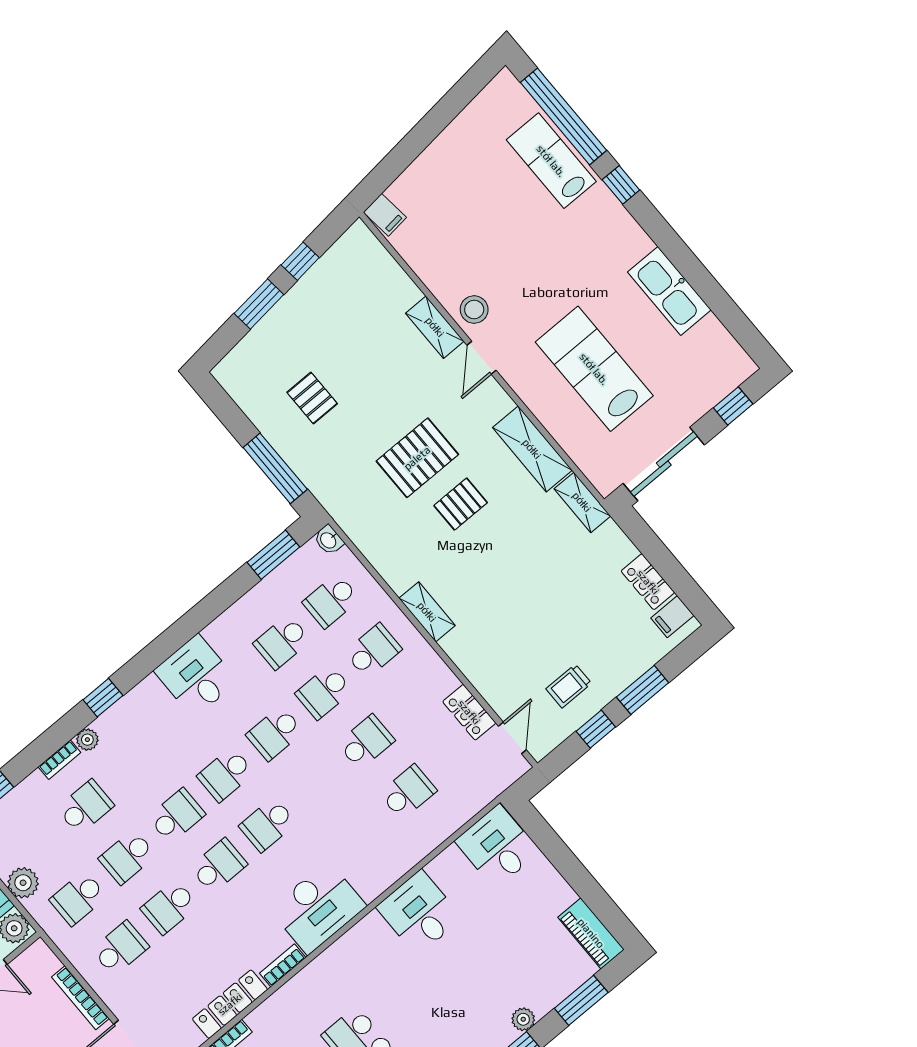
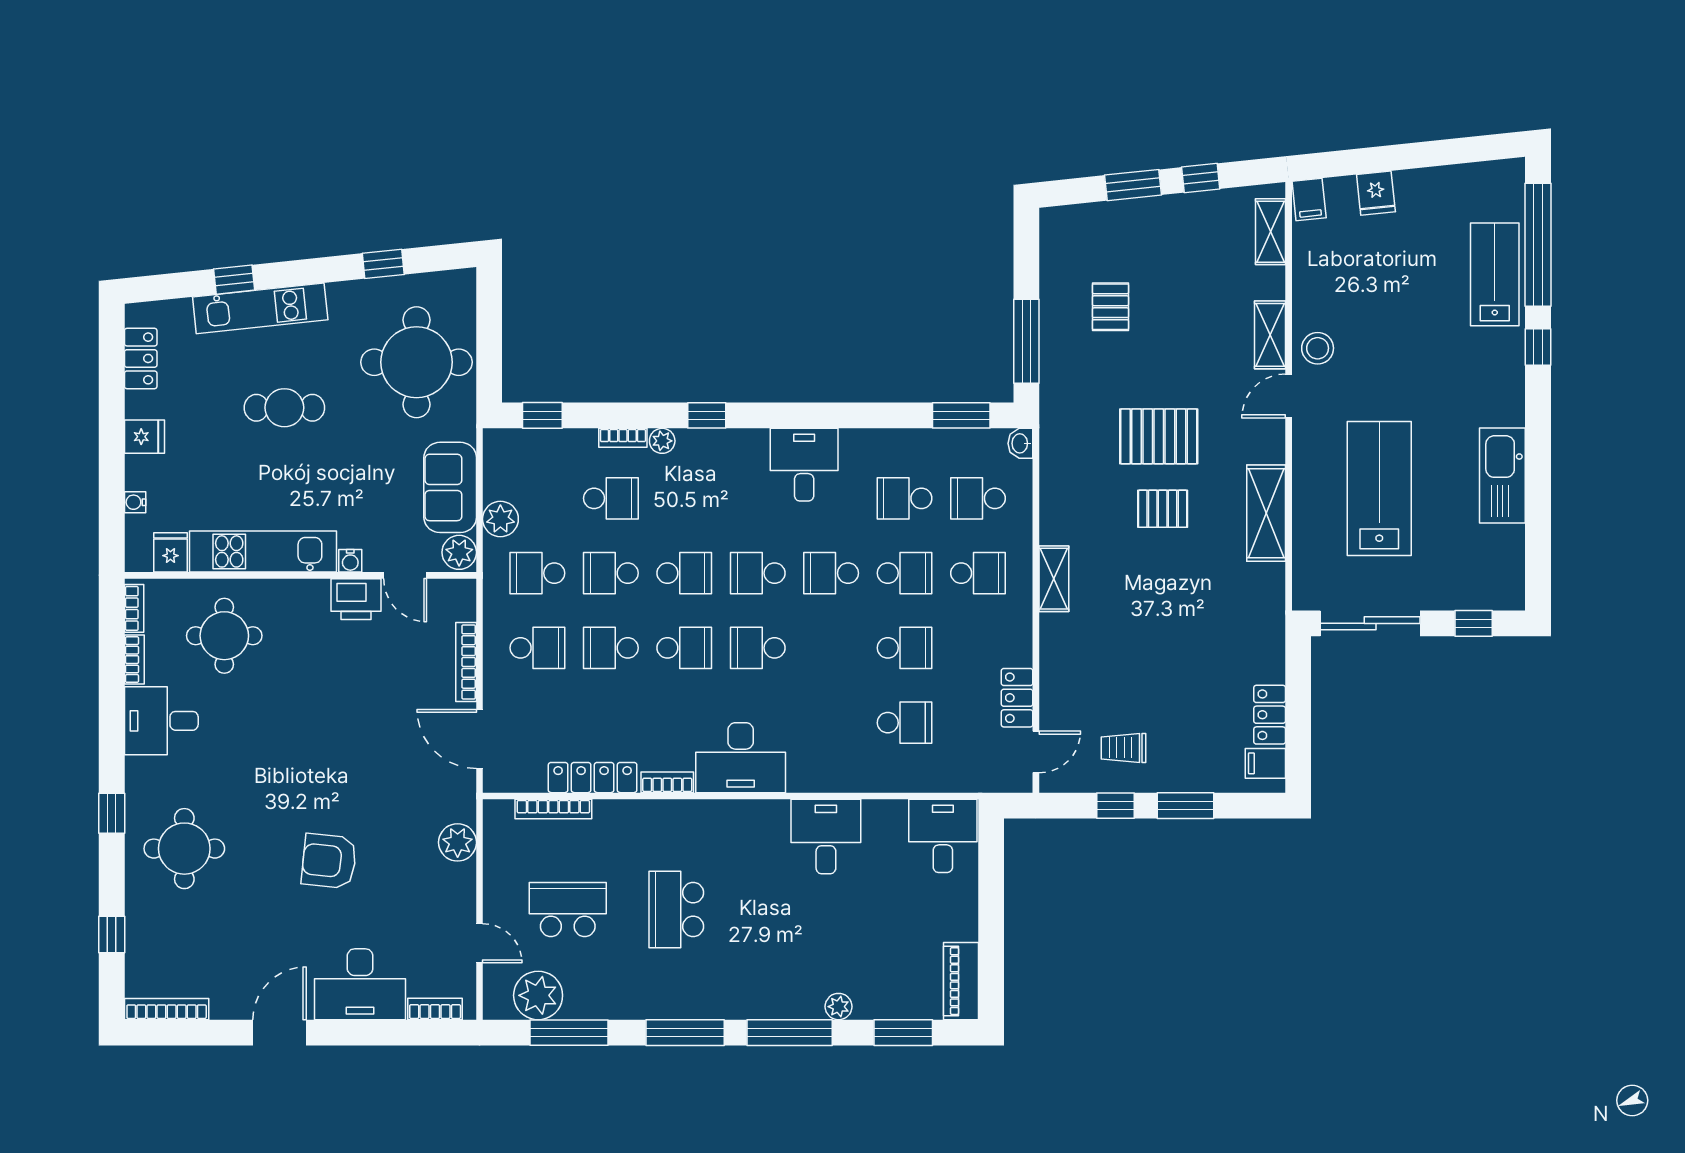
fridge: (426, 173) -> (1376, 193), added
shelving: (582, 502) -> (1271, 232), moved
school desk: (324, 692) -> (905, 573), turned 180

